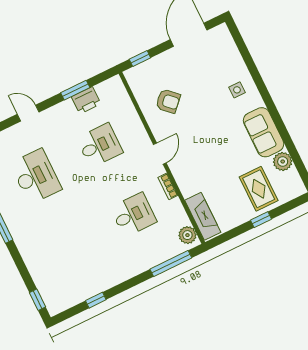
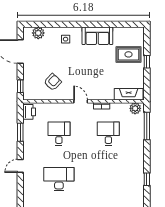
printer: (86, 100) -> (29, 112), moved
plant: (283, 161) -> (38, 33), moved

